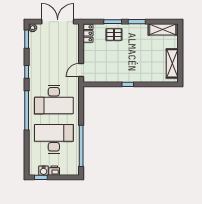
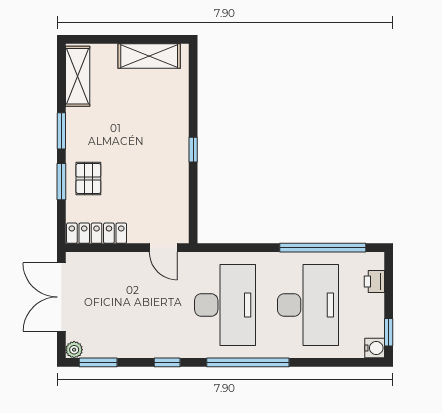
locker: (88, 33) -> (97, 233), width x1.53
desk: (54, 139) -> (308, 305), turned 180
water cooler: (44, 171) -> (375, 348), moved
printer: (54, 171) -> (374, 281), moved

